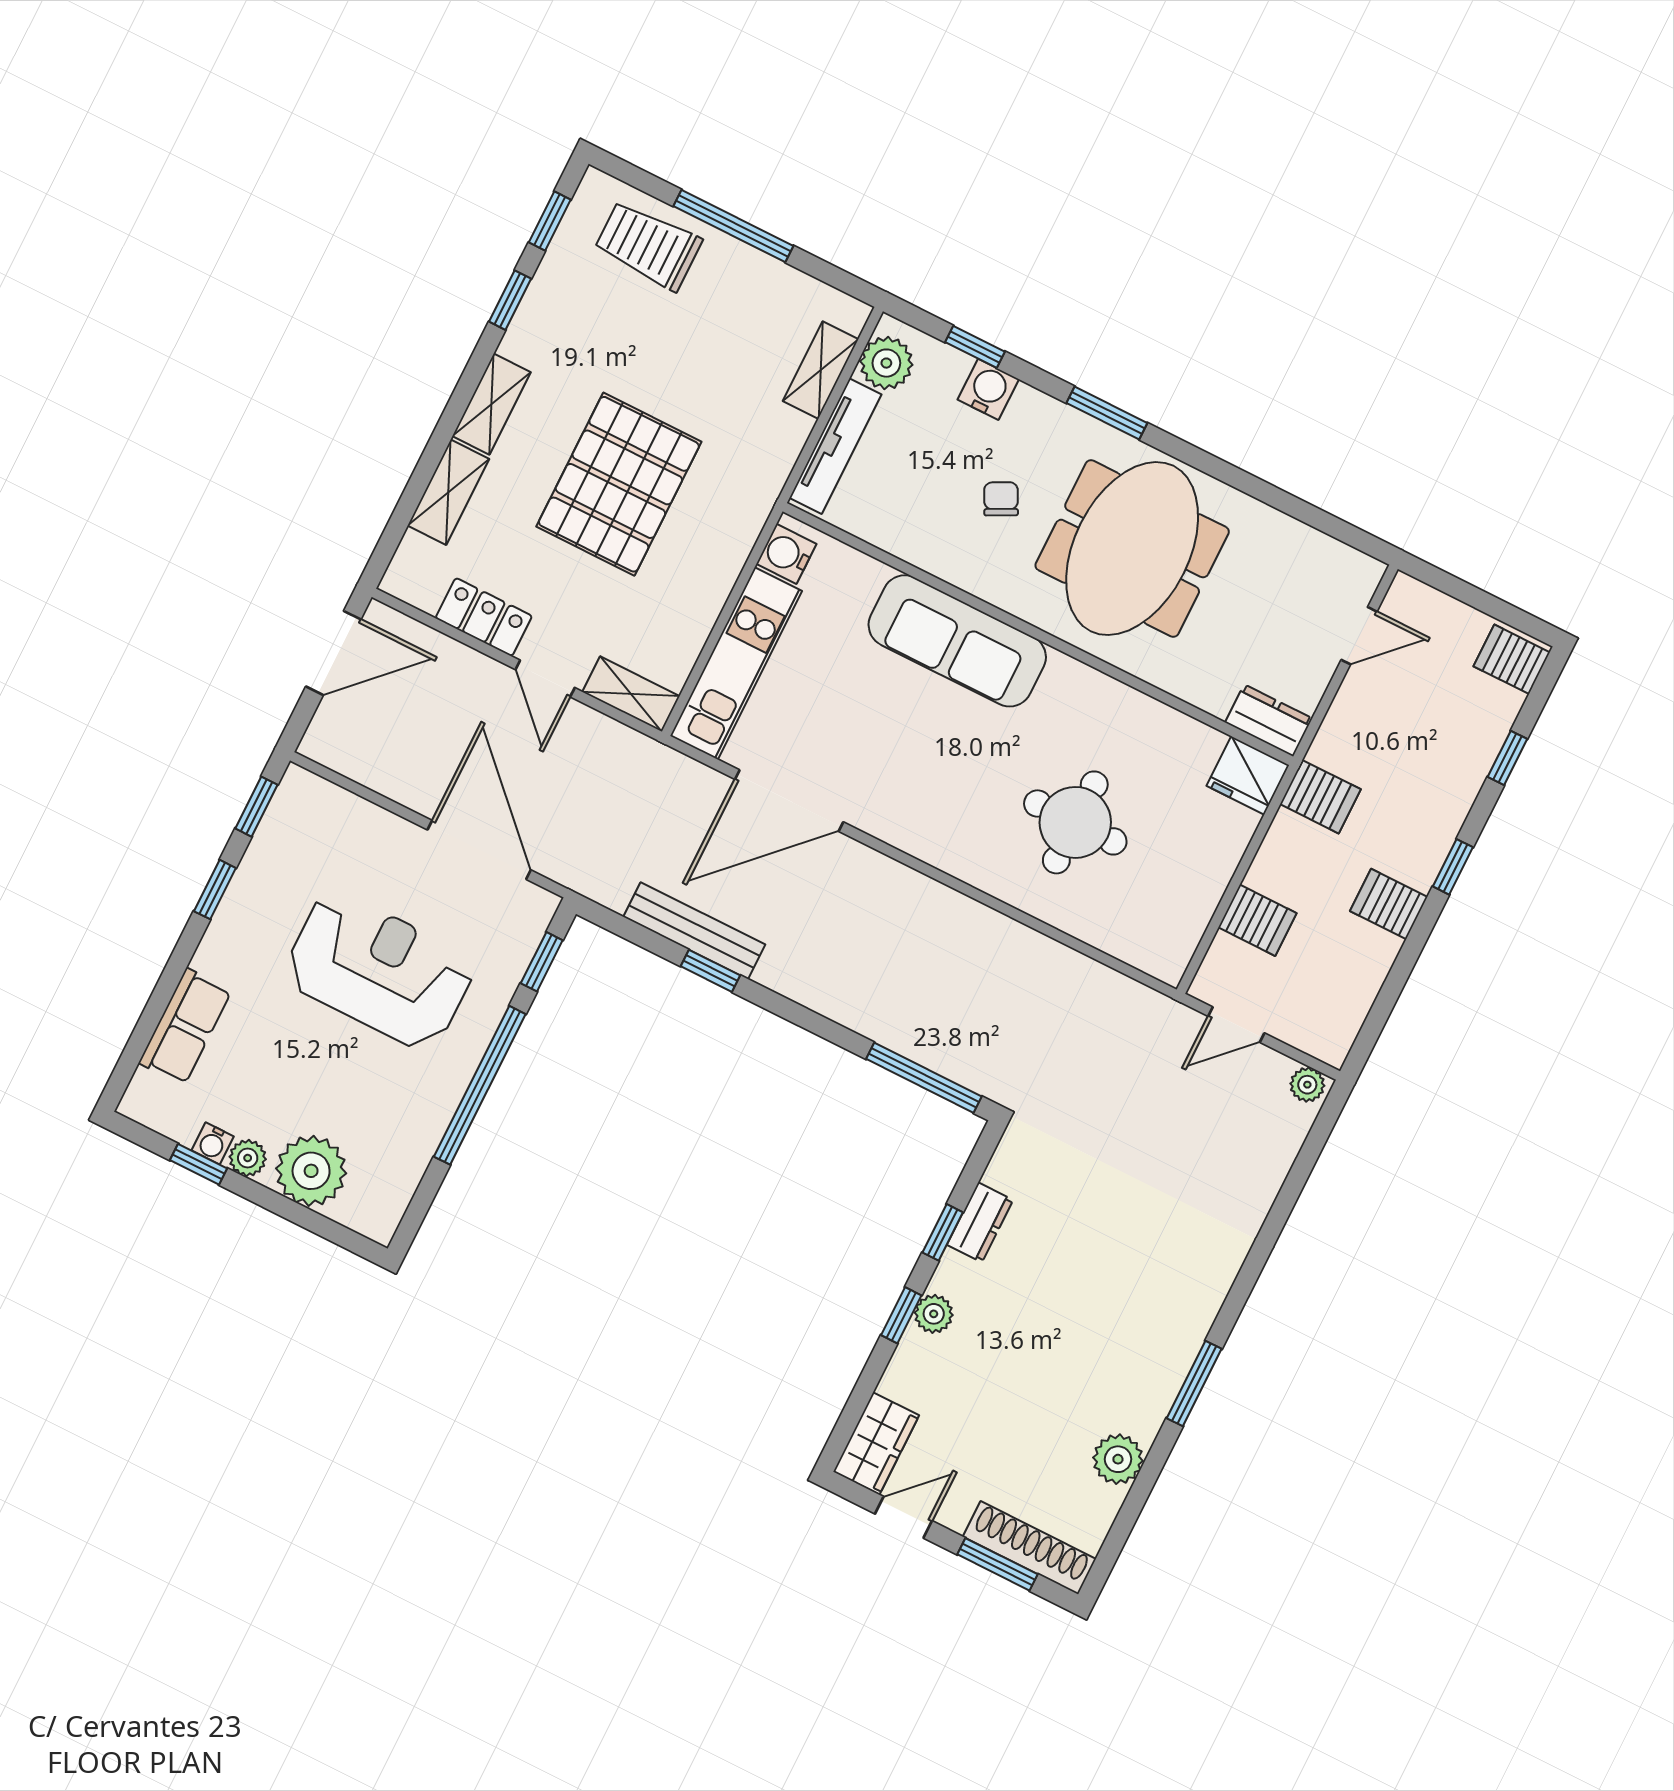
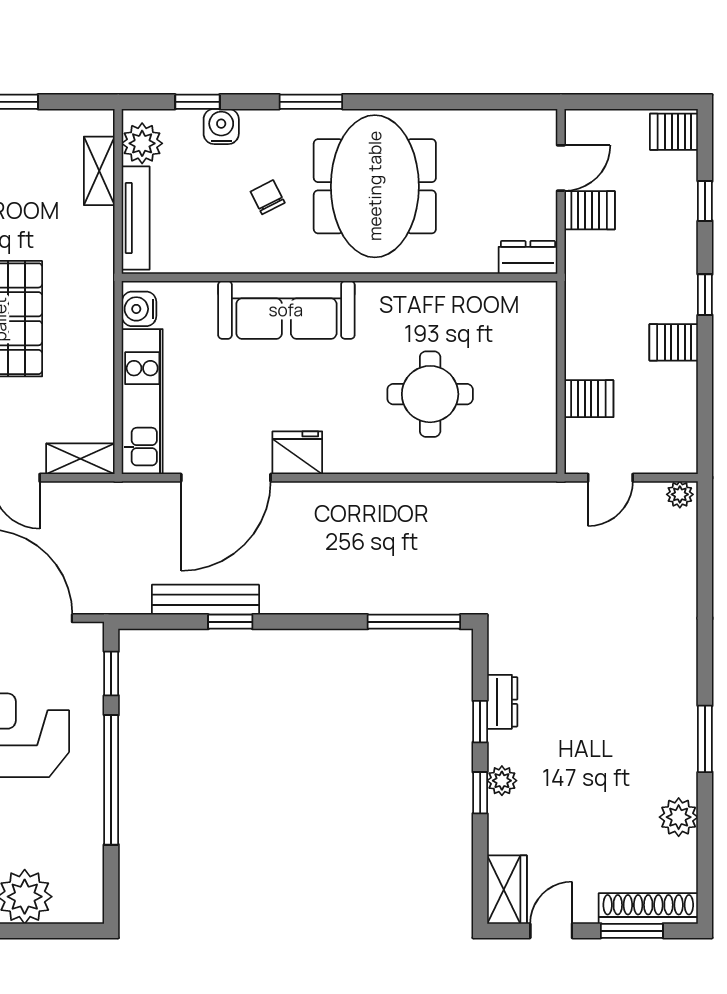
fridge: (1248, 775) -> (297, 453), moved, turned 180
server rack: (1320, 797) -> (590, 210), moved

